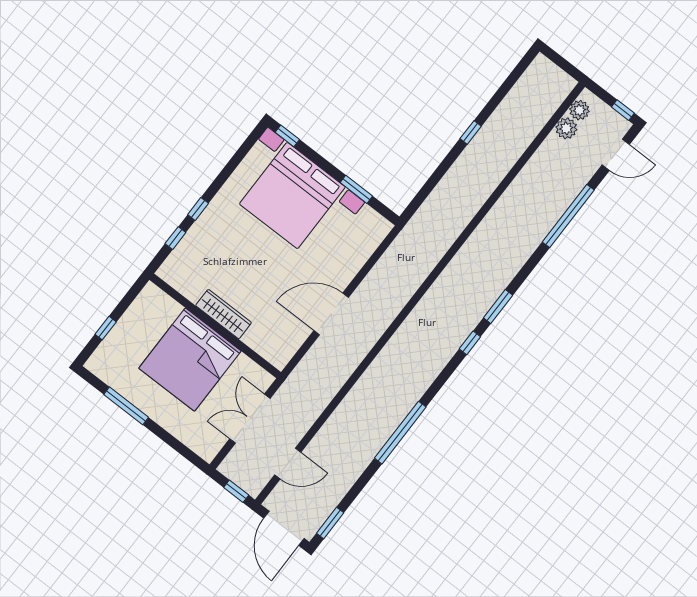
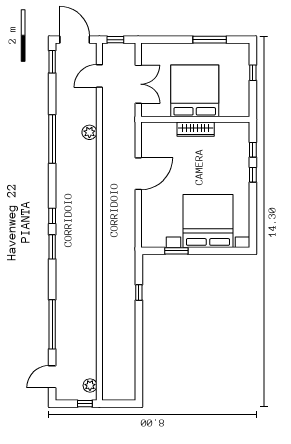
window: (623, 110) -> (85, 404), moved
plant: (566, 128) -> (89, 132), moved
window: (471, 132) -> (139, 293), moved
window: (287, 136) -> (235, 251), removed

